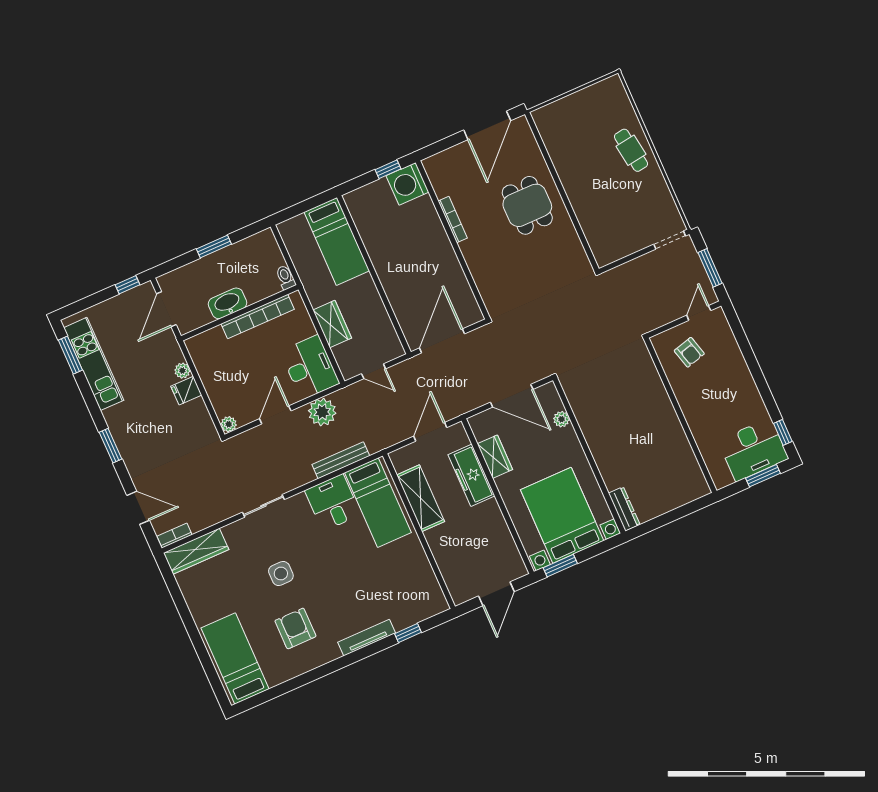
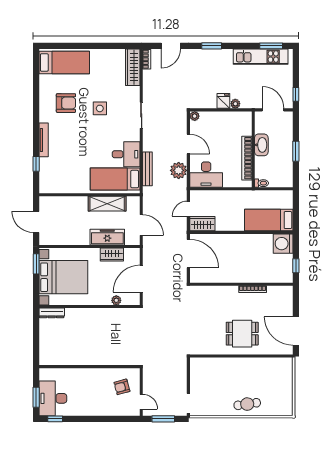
washing machine: (407, 184) -> (283, 244), moved, turned -90
wardrobe: (332, 324) -> (202, 224), moved, turned 180

